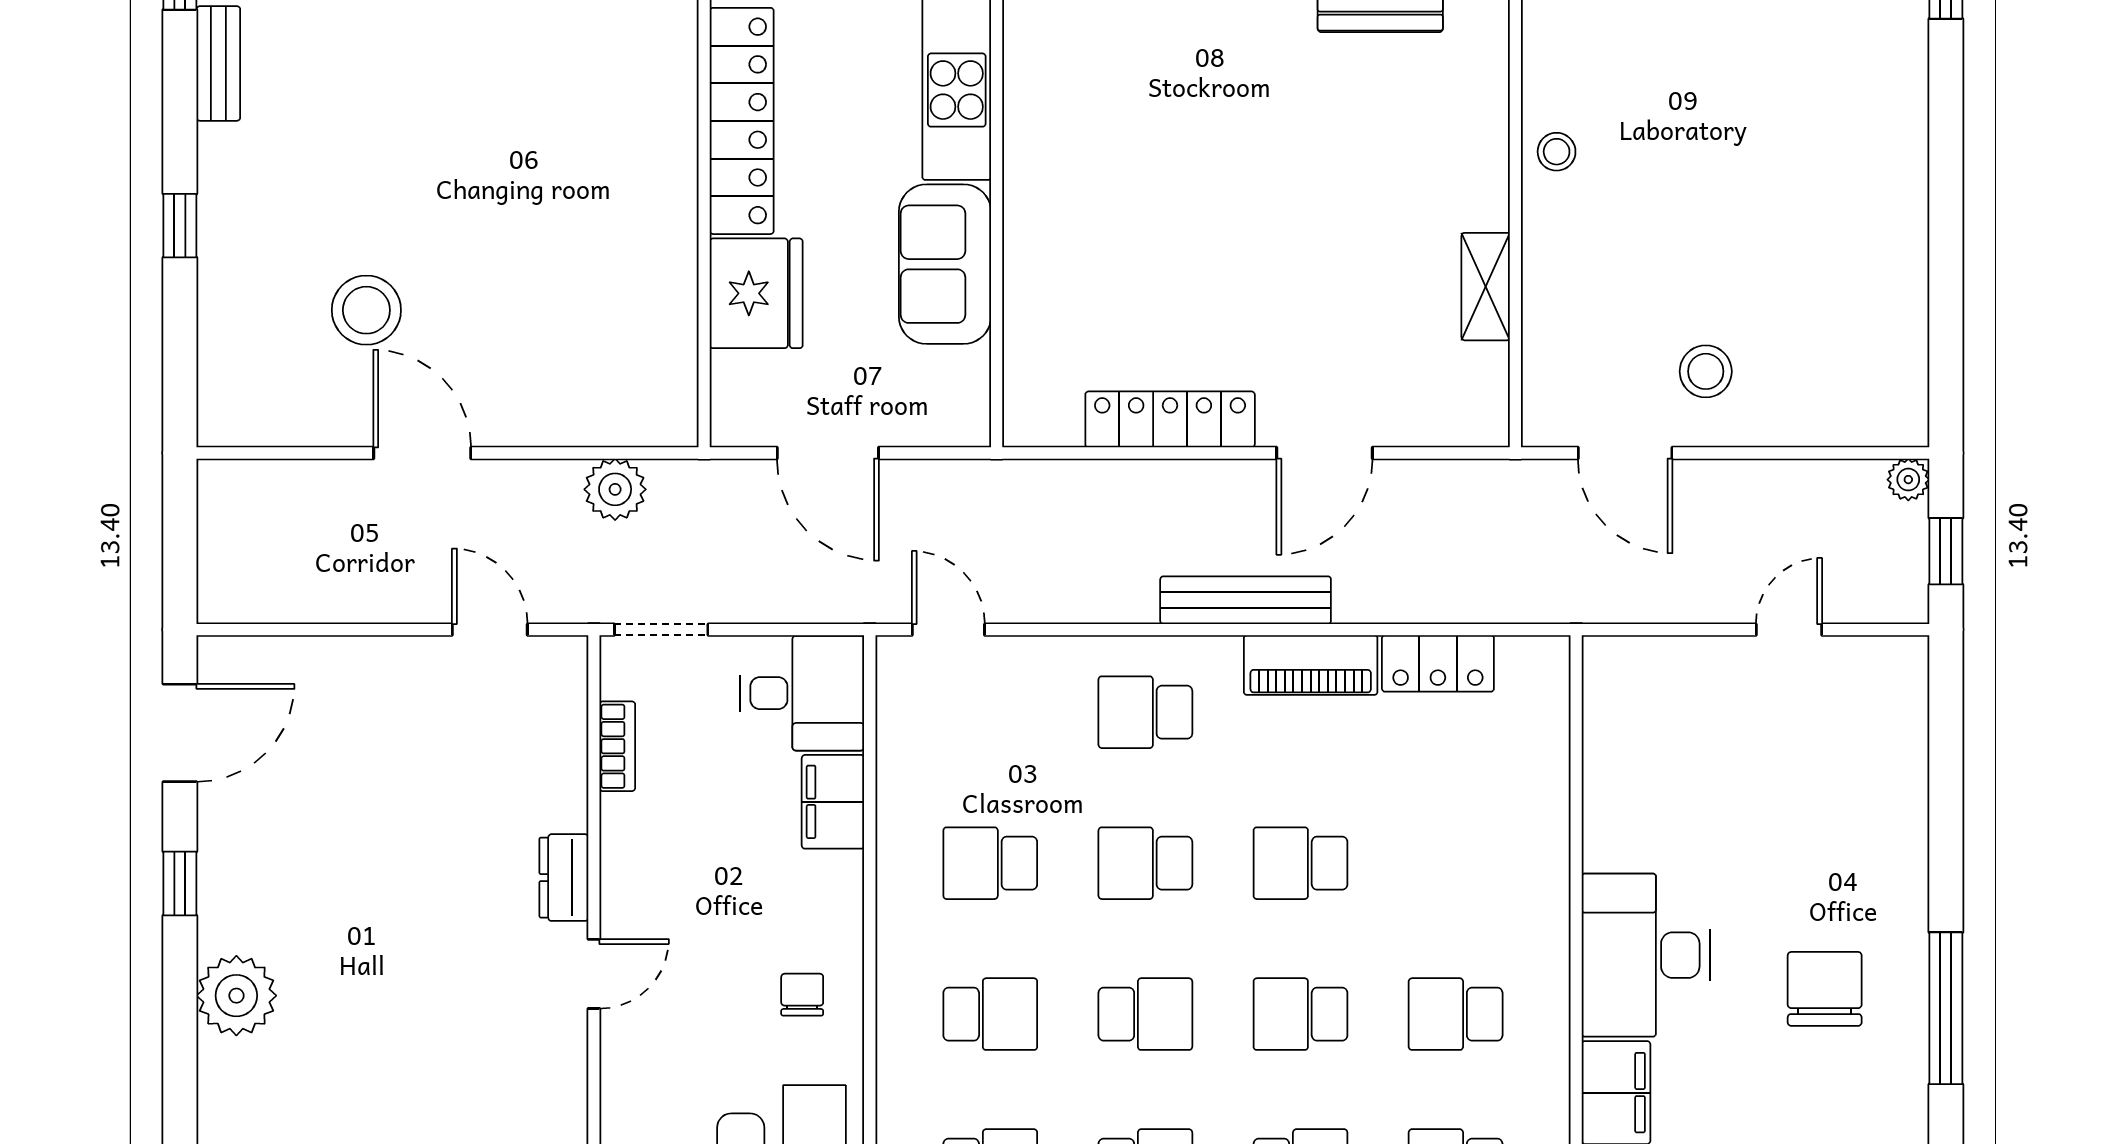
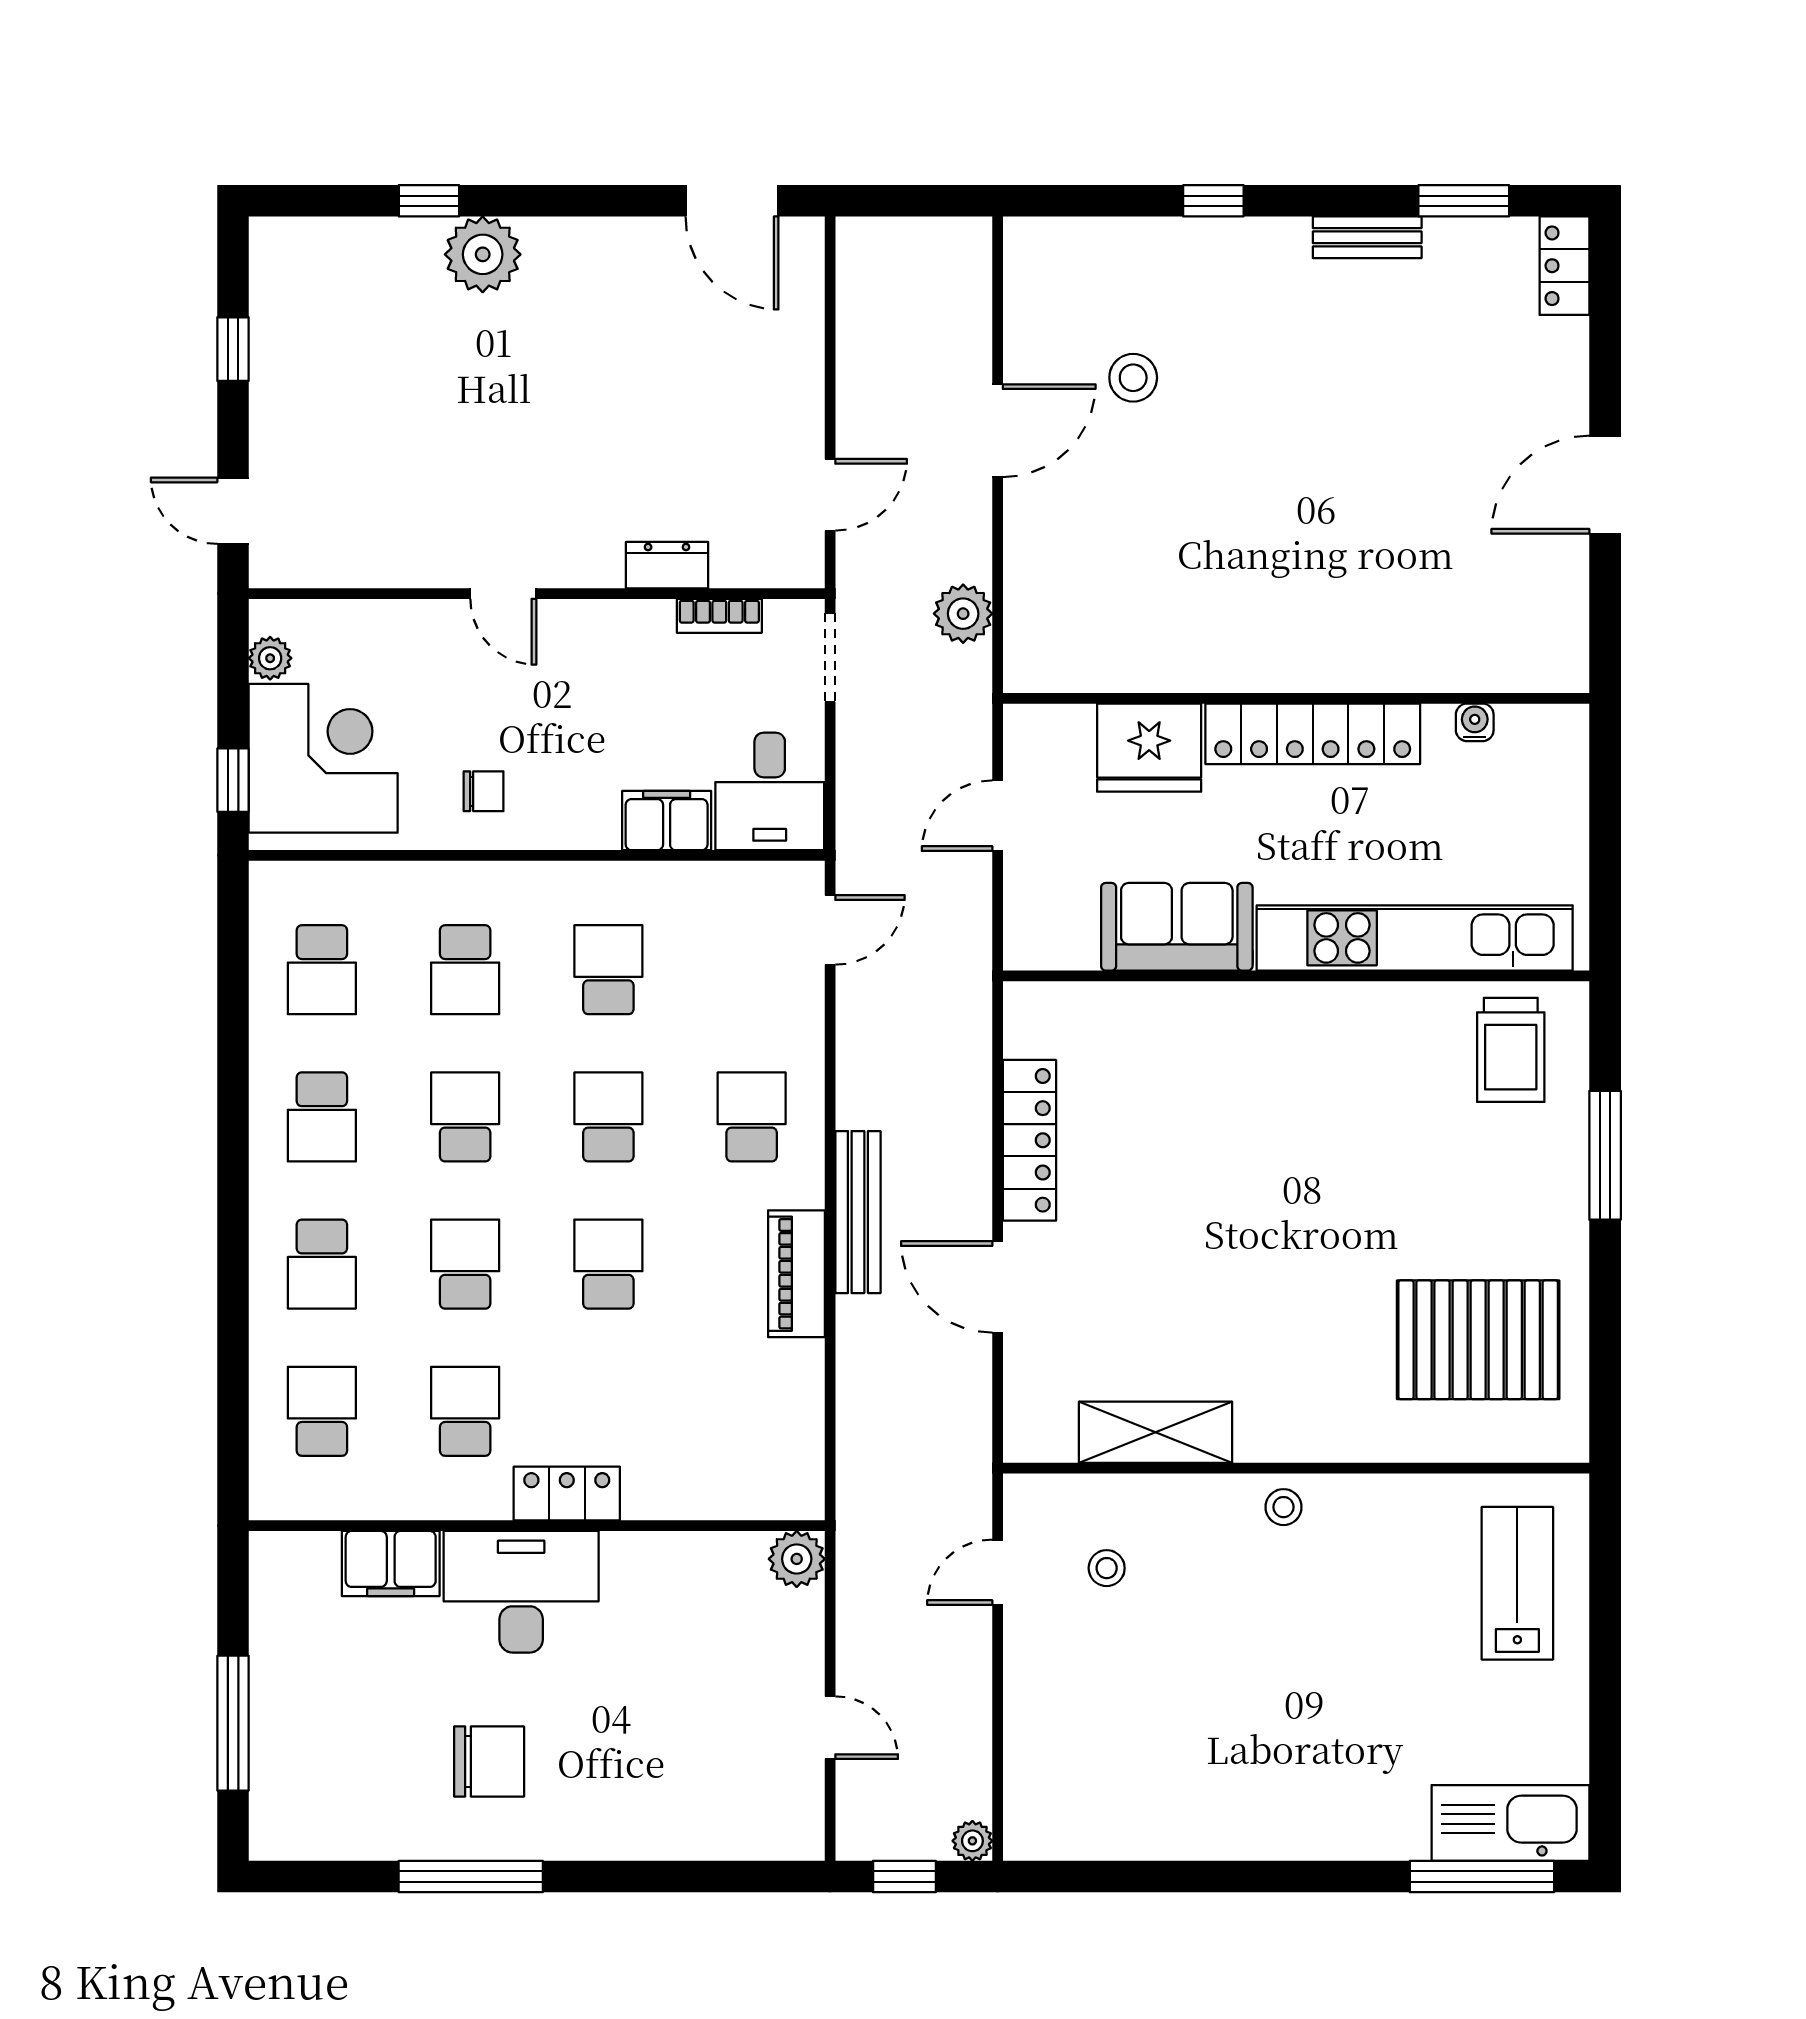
shelving: (1486, 287) -> (1156, 1432), width x1.50, depth x1.33
stool: (366, 310) -> (1133, 378), width x0.73, depth x0.73
stool: (1706, 371) -> (1107, 1568), moved, width x0.73, depth x0.73
door: (828, 453) -> (998, 816), width x0.73
door: (1625, 453) -> (998, 1572), width x0.73
locker: (1438, 663) -> (567, 1494), moved, turned 90
plant: (1611, 665) -> (797, 1559), added
dresser: (564, 878) -> (667, 565), moved
window: (180, 883) -> (429, 201), moved
school desk: (1145, 1014) -> (465, 1117), turned 180

